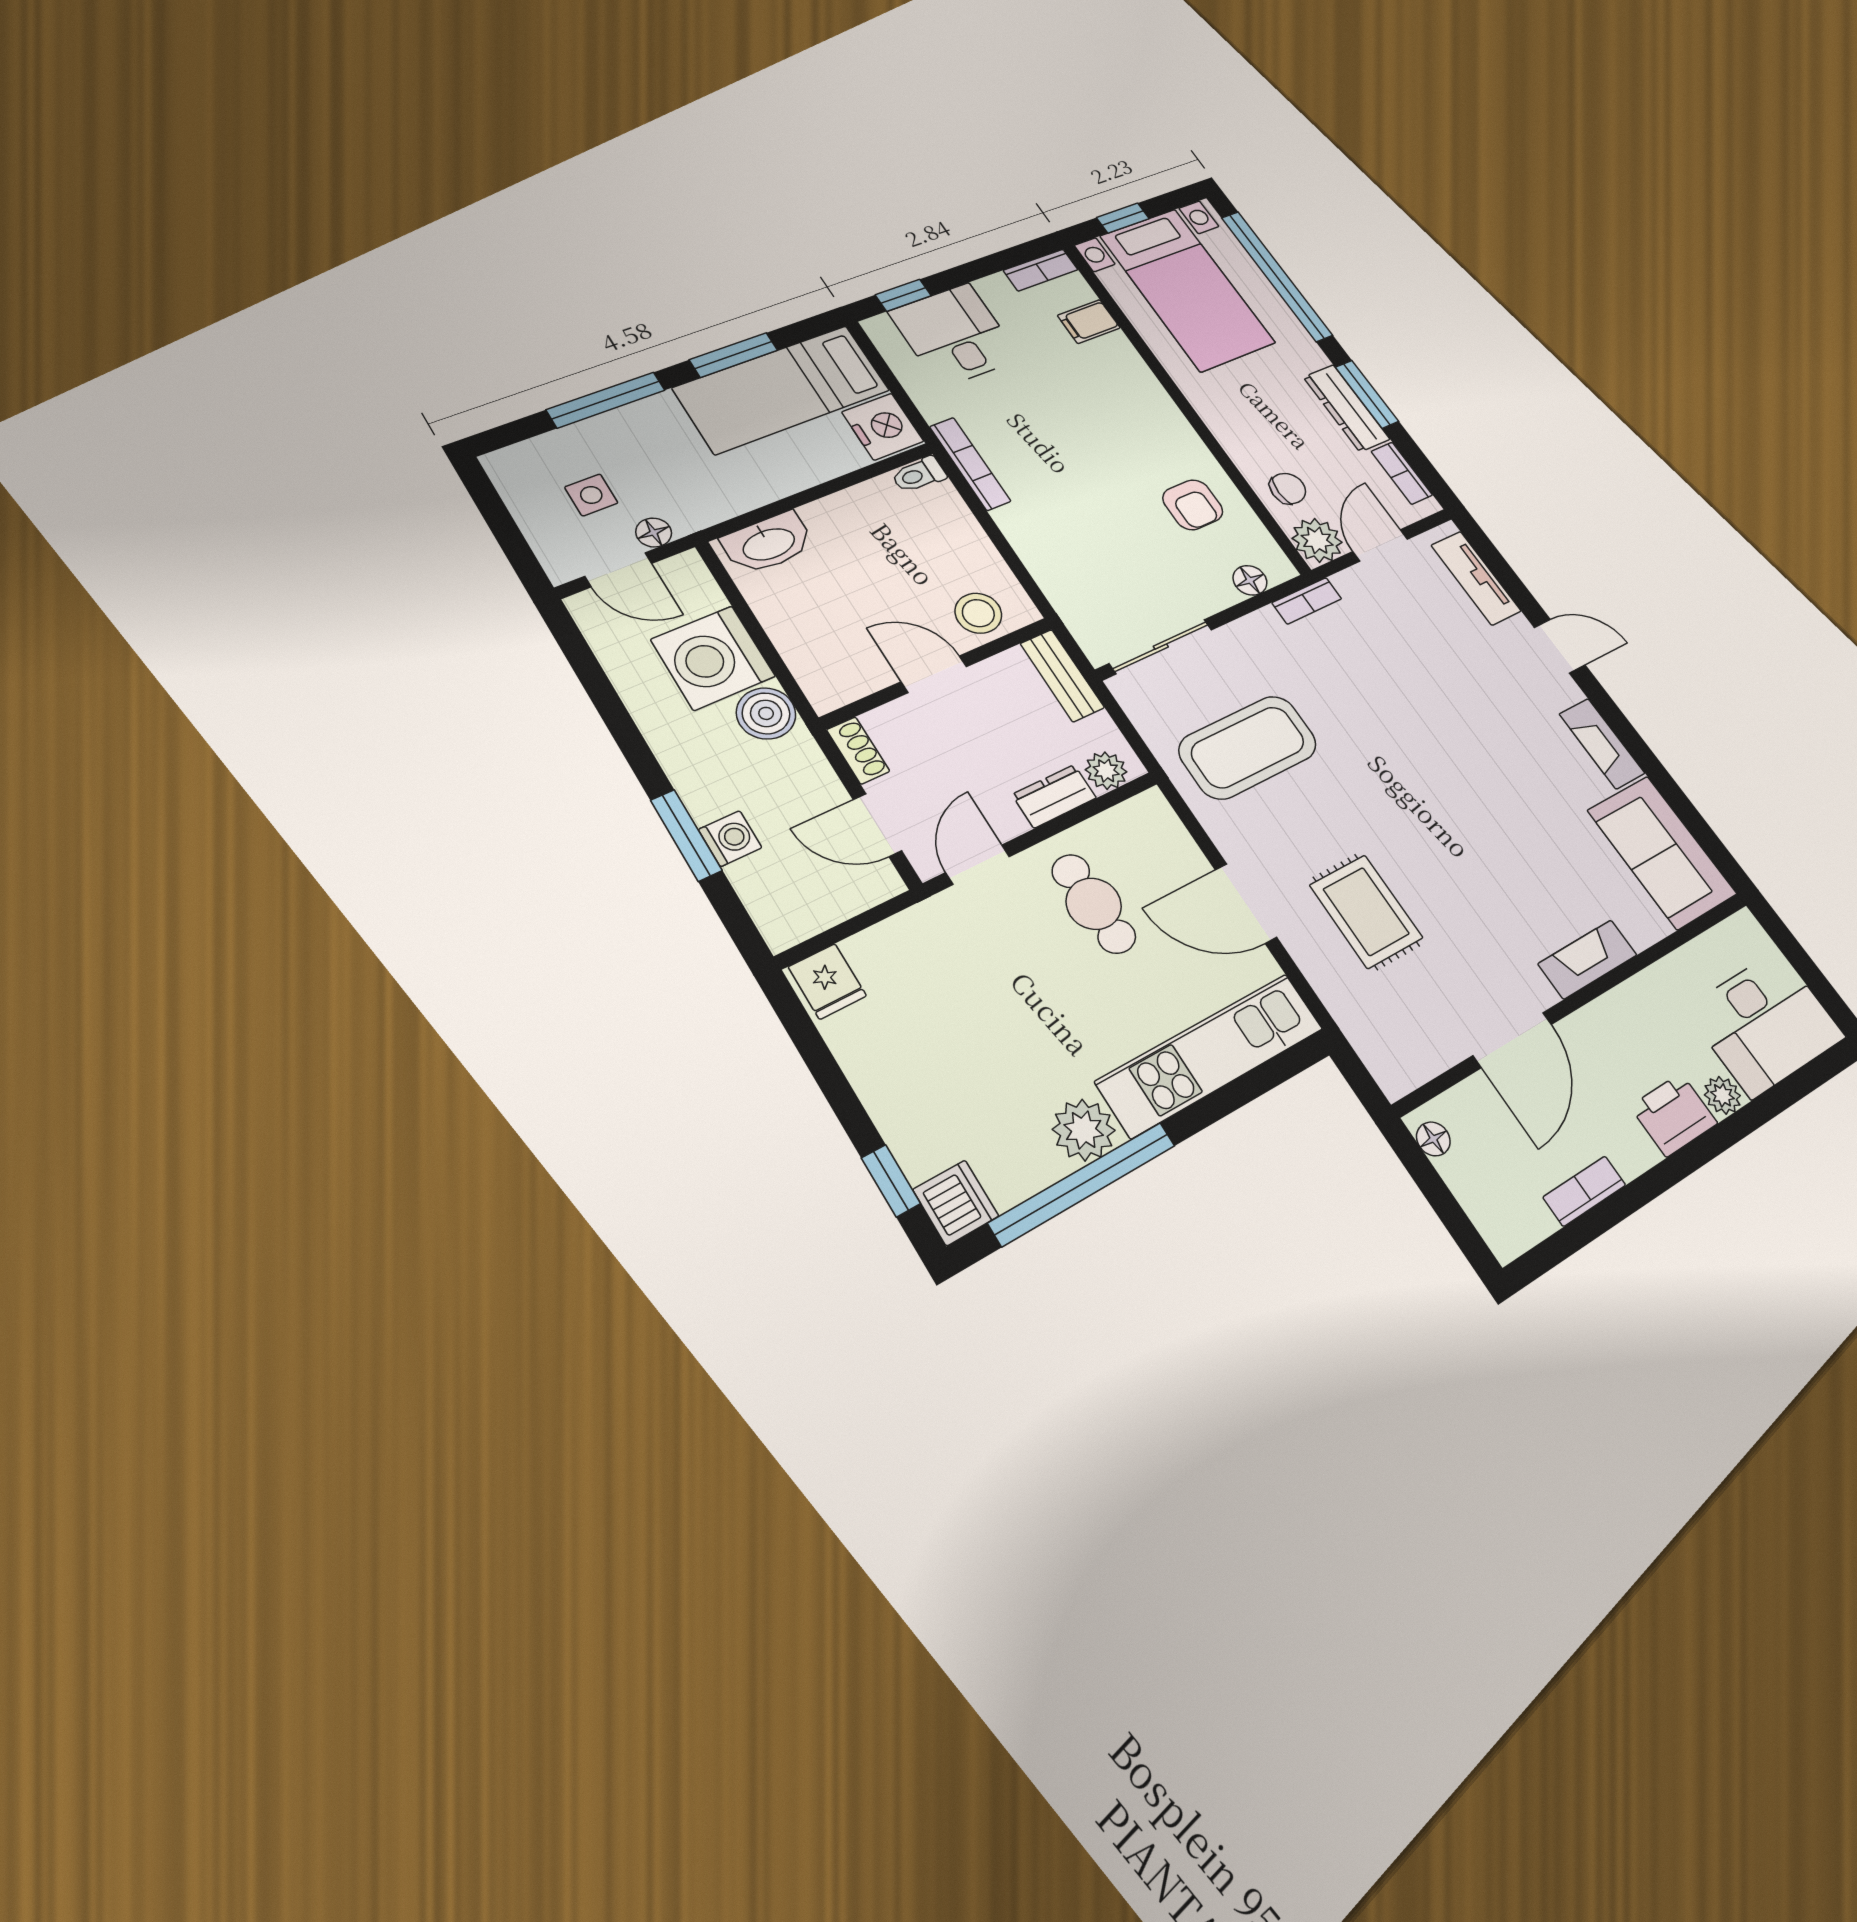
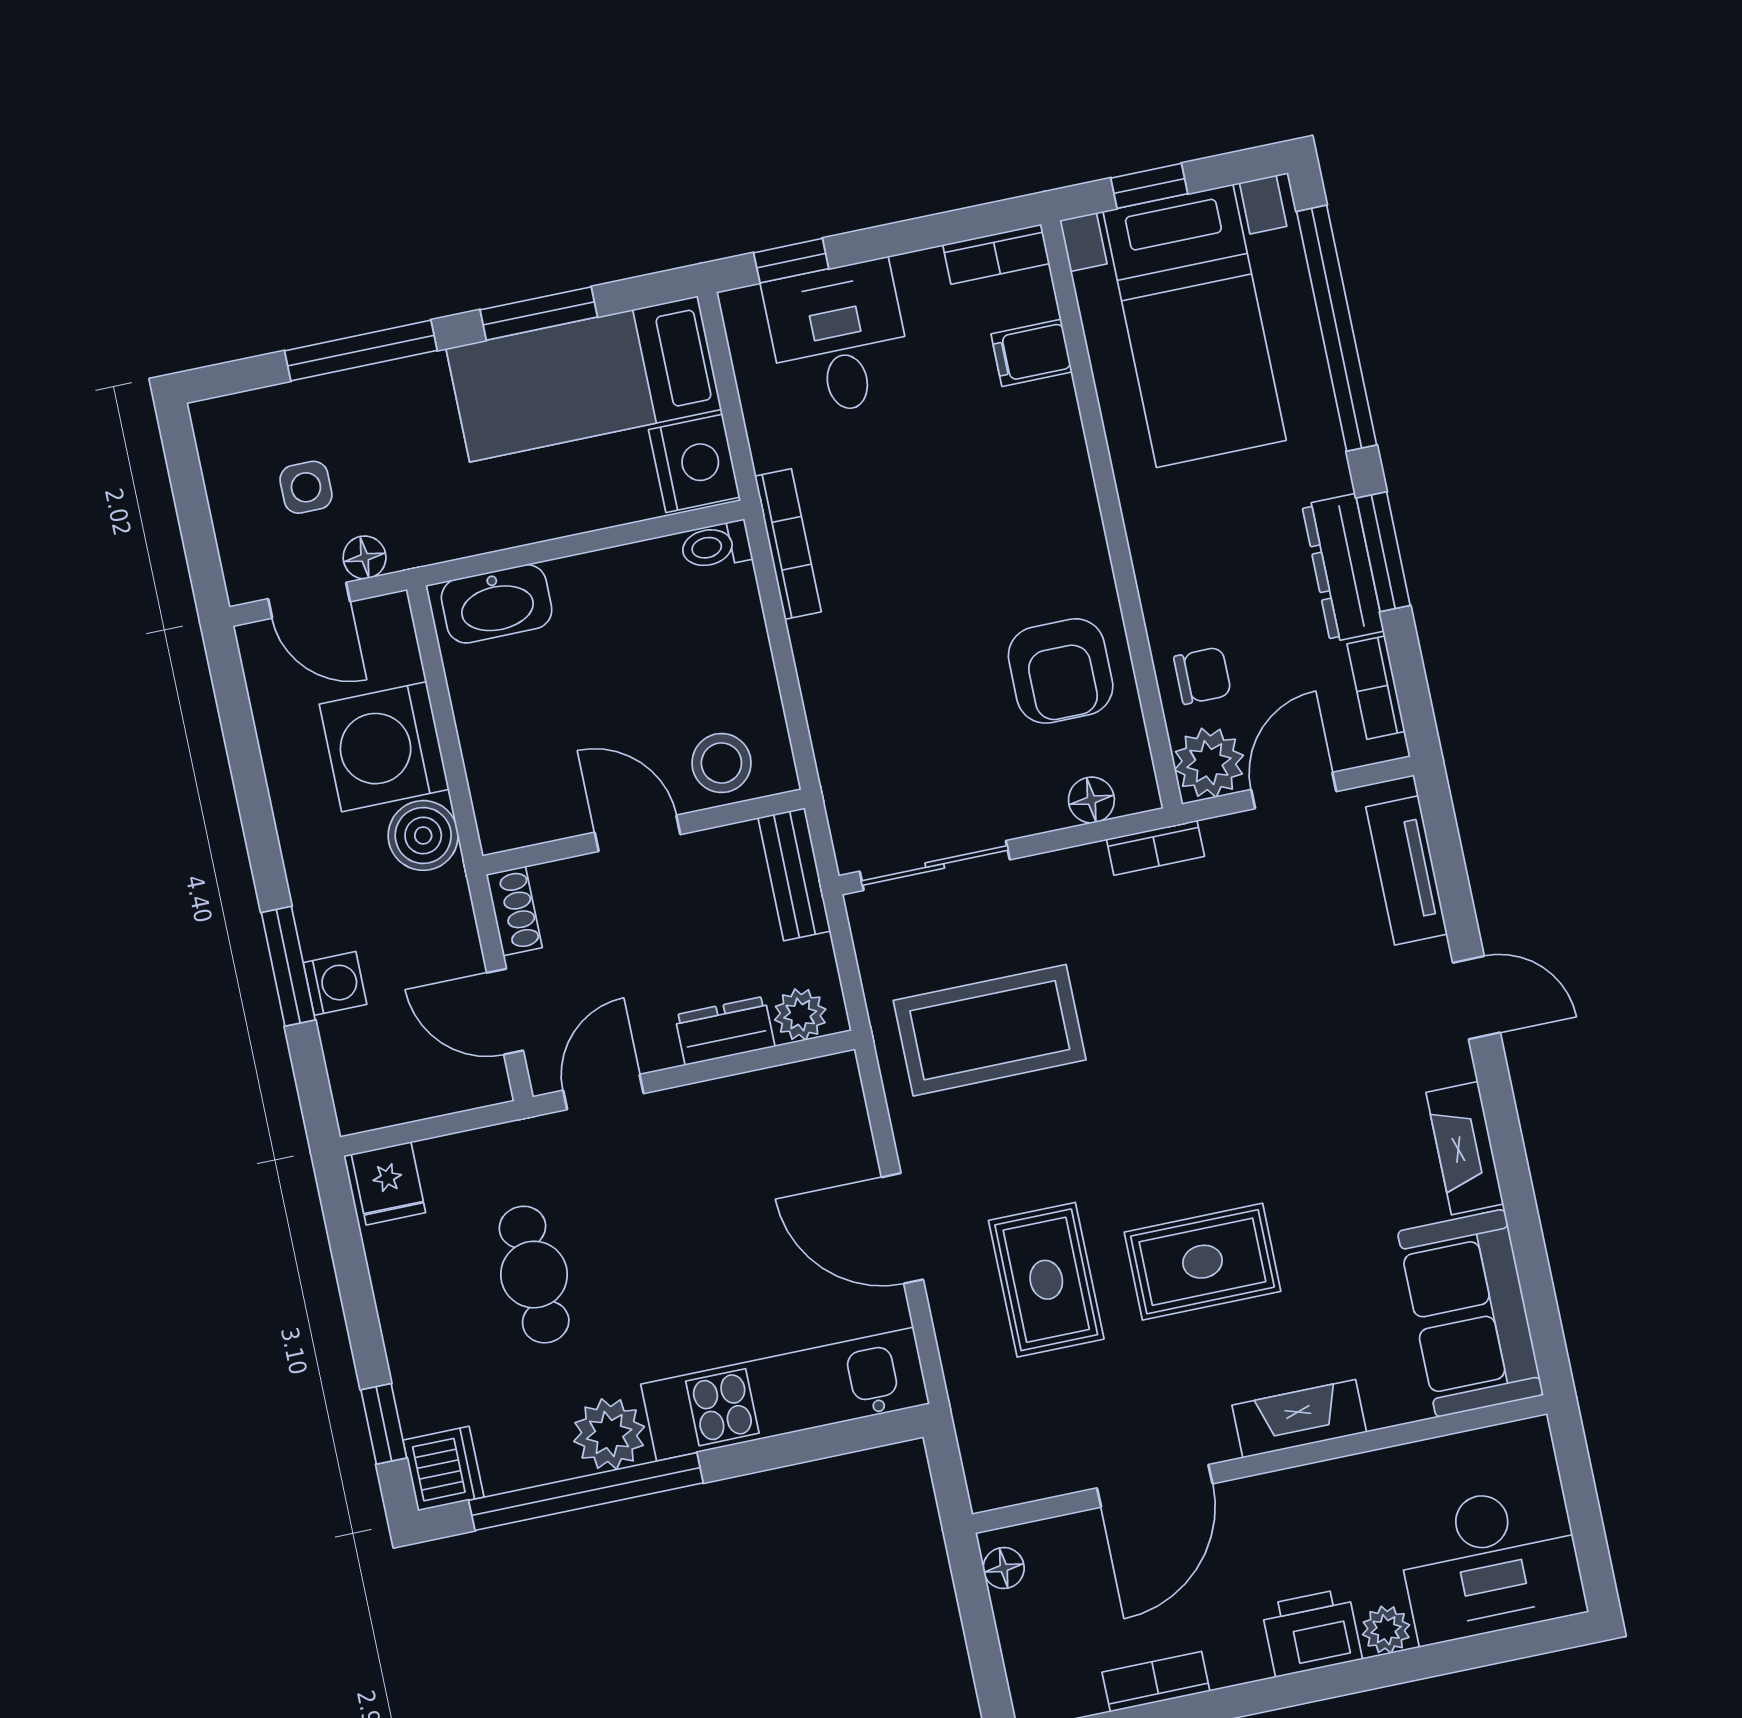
armchair: (1193, 505) -> (1061, 671), width x1.38, depth x1.38
rug: (1468, 868) -> (1202, 1262), added
cafe table: (1094, 904) -> (534, 1275), moved

